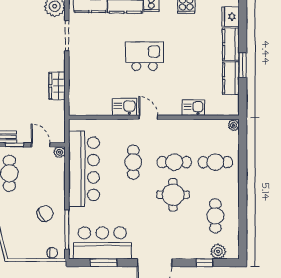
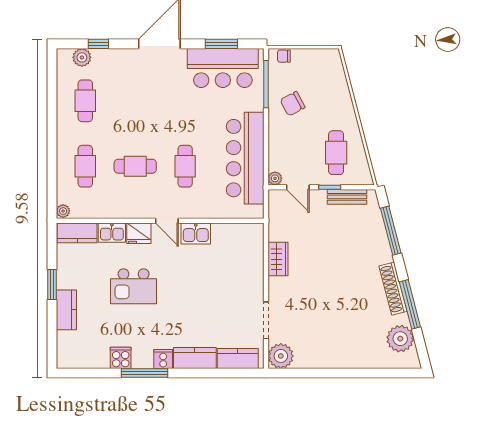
fridge: (230, 17) -> (139, 233), moved, turned 90
kitchen island: (145, 56) -> (134, 286), moved
kitchen counter: (231, 78) -> (77, 233), moved, turned 90
cafe table: (215, 162) -> (85, 166), turned 90
round table: (173, 195) -> (137, 127), removed

